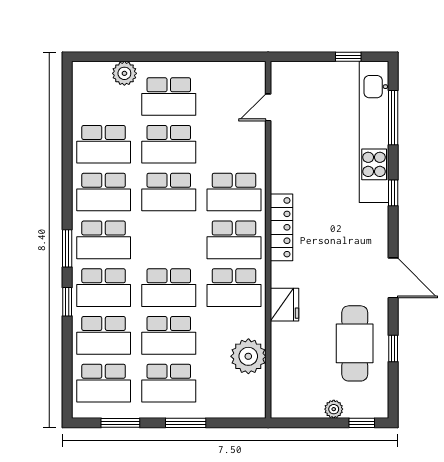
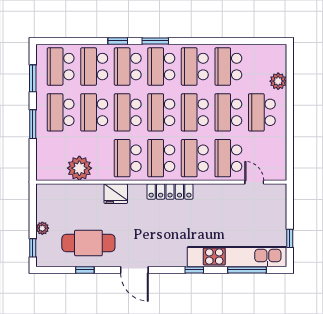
school desk: (234, 144) -> (228, 158), added
school desk: (169, 240) -> (161, 112), added
door: (393, 278) -> (134, 270), hinge flipped

